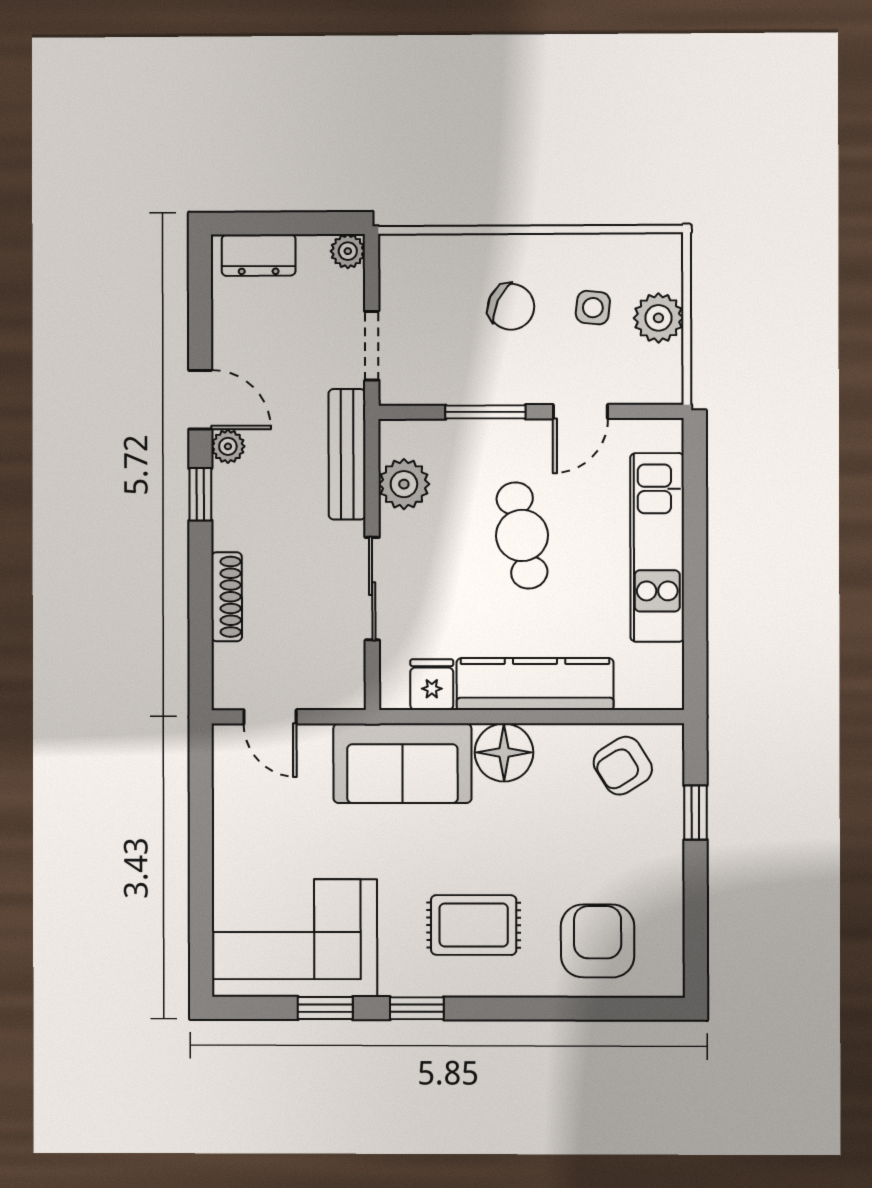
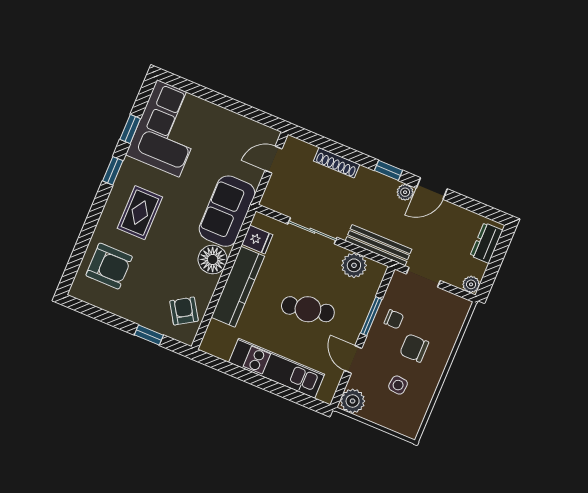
chair: (511, 307) -> (414, 348), turned 65
plant: (658, 318) -> (353, 401), moved
chair: (473, 367) -> (394, 319), added

